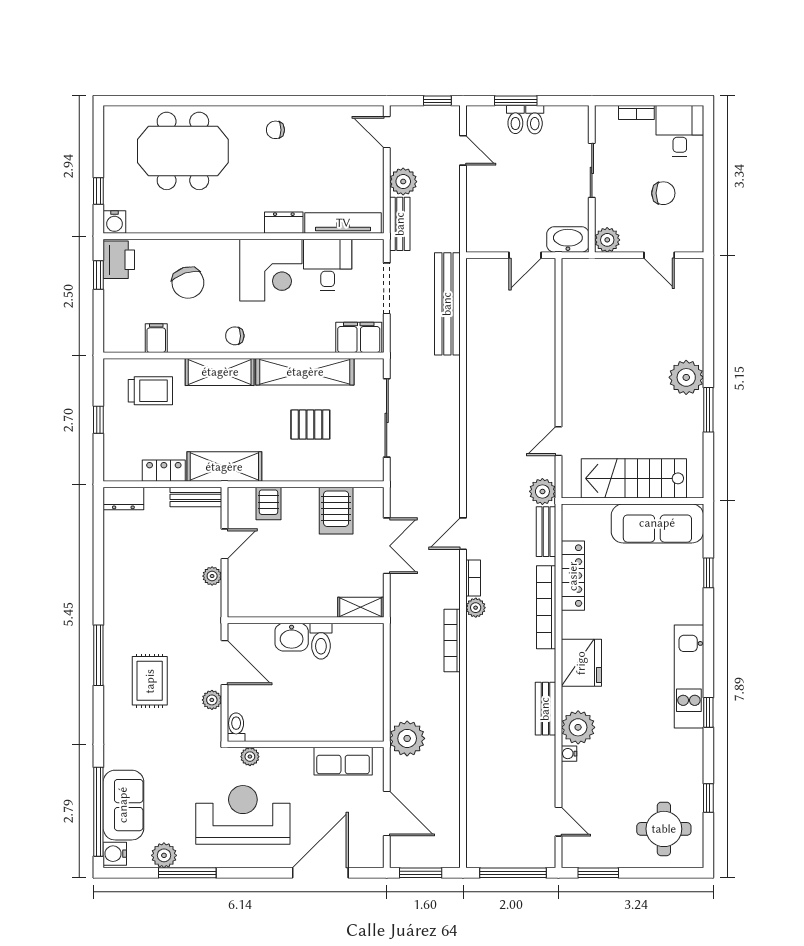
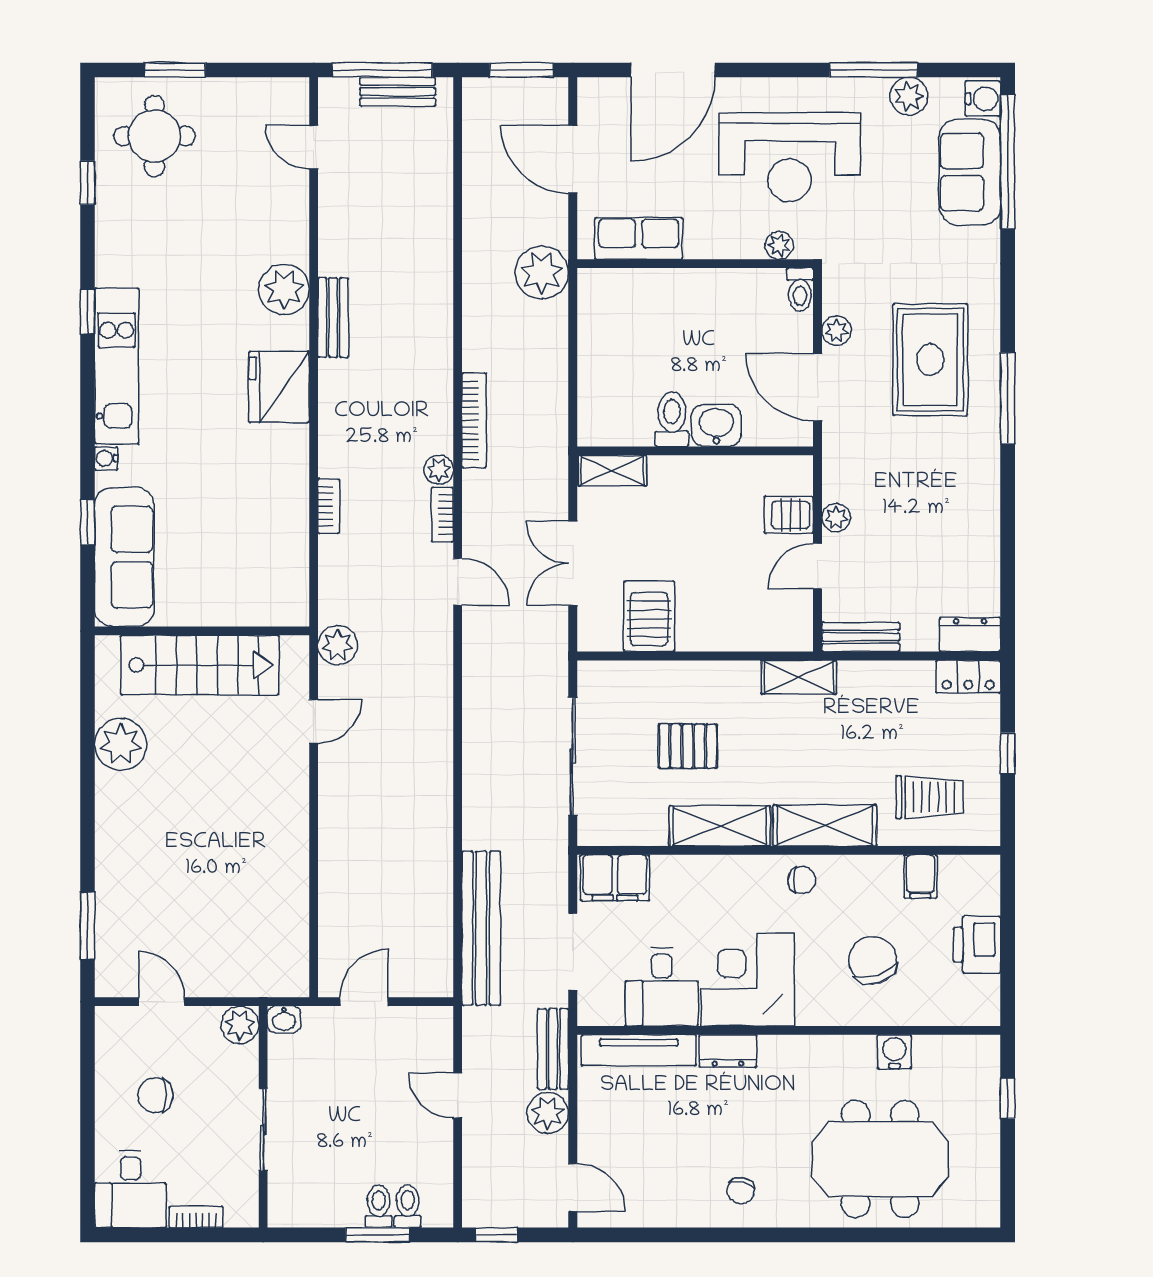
toilet: (535, 120) -> (408, 1206), moved
chair: (275, 130) -> (741, 1191), turned 103
door: (463, 150) -> (458, 1095), moved
water cooler: (114, 222) -> (894, 1052), moved
washbasin: (568, 239) -> (284, 1019), width x0.52, depth x0.69
printer: (119, 260) -> (977, 945), moved
window: (98, 275) -> (1008, 972), removed
shelving: (305, 372) -> (720, 826), width x0.68
plant: (686, 377) -> (121, 744), moved
trolley: (150, 391) -> (929, 797), turned 180
window: (708, 410) -> (87, 926), moved
shelving: (224, 467) -> (799, 677), width x0.67, depth x0.75
locker: (164, 471) -> (968, 677), moved
server rack: (268, 503) -> (789, 515), moved, turned -90
sofa: (657, 523) -> (124, 557), moved, turned 90
bench: (546, 532) -> (398, 92), moved, turned 90
door: (463, 534) -> (458, 582), hinge flipped
locker: (573, 576) -> (292, 518), removed
bookcase: (546, 607) -> (329, 506), width x0.43, depth x0.76
rug: (150, 681) -> (930, 360), width x1.36, depth x1.43
water cooler: (569, 754) -> (106, 458), moved, turned 180
window: (598, 873) -> (175, 70), moved

